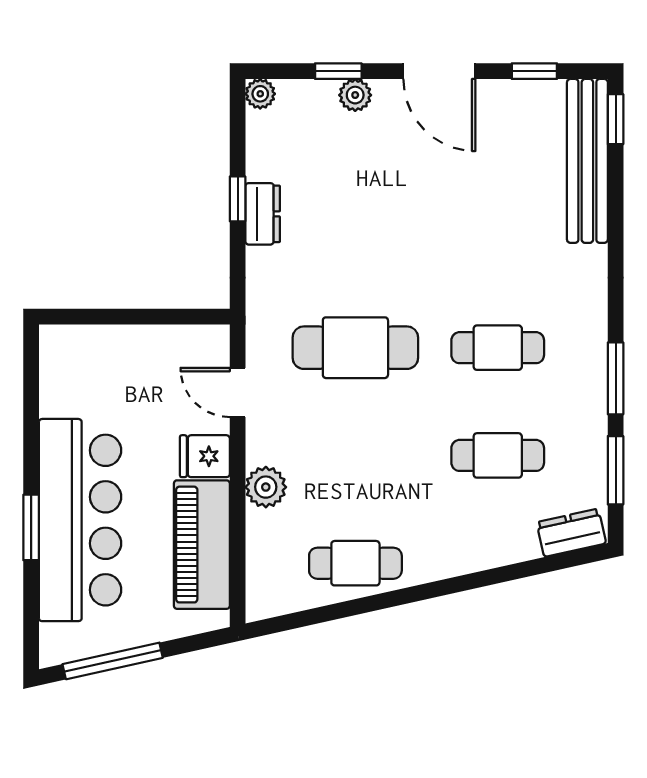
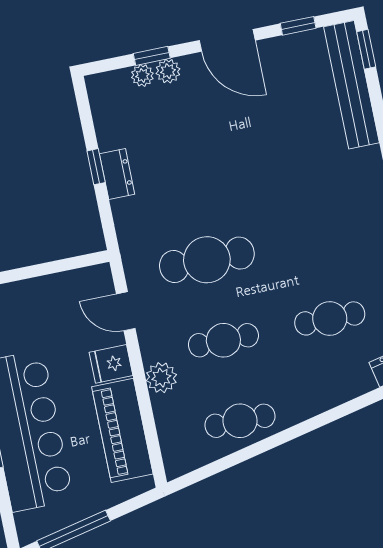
plant: (260, 94) -> (142, 75), moved
cafe table: (498, 348) -> (223, 340), moved

